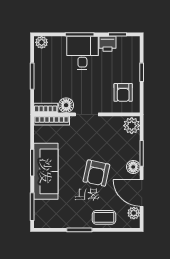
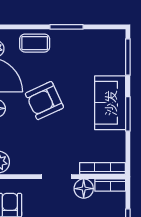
sofa: (46, 171) -> (110, 103), width x0.73
armchair: (96, 173) -> (44, 101), turned -127

